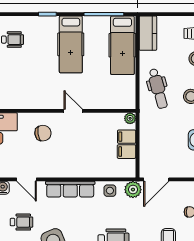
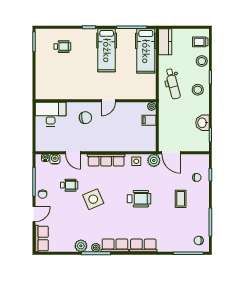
door: (73, 111) -> (108, 101), swing flipped
filing cabinet: (127, 152) -> (149, 132), removed
door: (156, 179) -> (171, 153), hinge flipped

